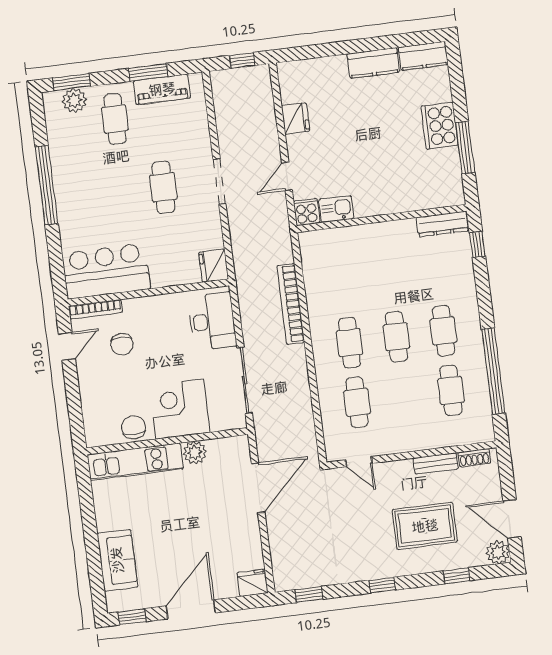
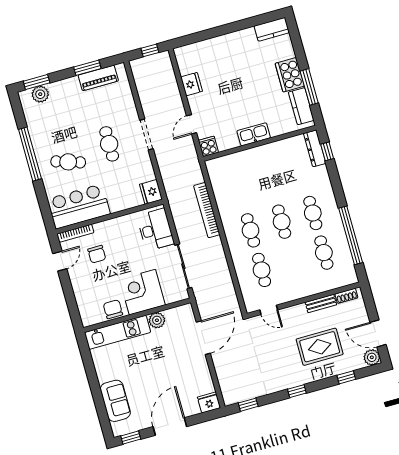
kitchen counter: (373, 63) -> (301, 106), moved, turned 90
cafe table: (115, 119) -> (68, 162), moved, turned -72
kitchen sink: (336, 209) -> (254, 134), moved, width x1.38
dresser: (443, 224) -> (315, 148), moved, turned 90

